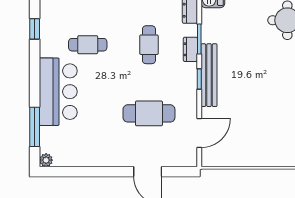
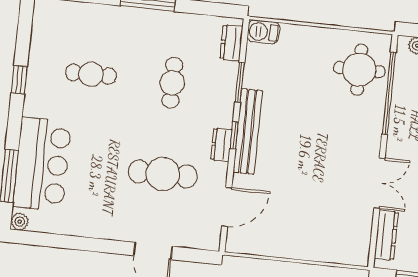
window: (35, 29) -> (19, 80), moved
dresser: (190, 49) -> (221, 145), moved
bar counter: (58, 92) -> (42, 164), moved

